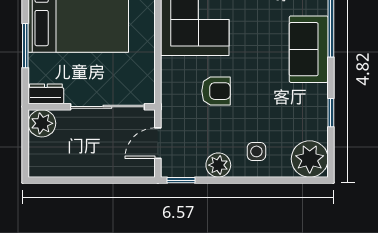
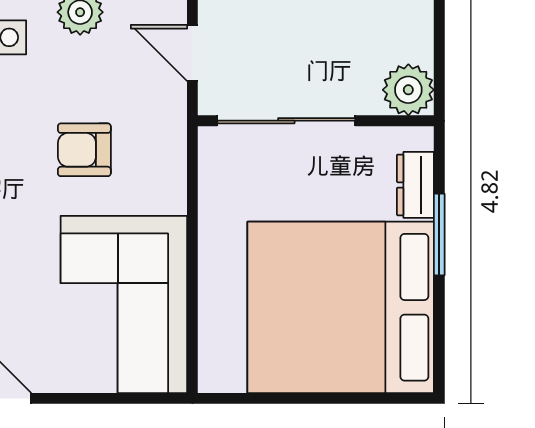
dresser: (46, 94) -> (415, 185), moved, turned 90
door: (158, 143) -> (192, 53), swing flipped

